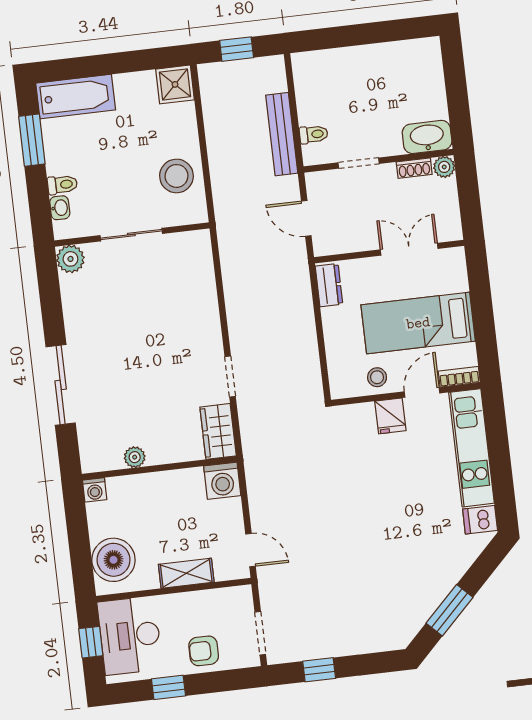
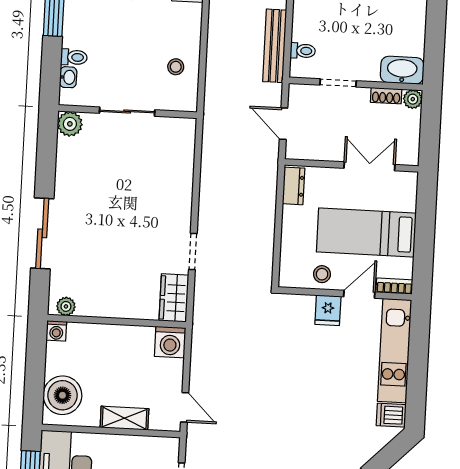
stool: (176, 176) -> (176, 67), width x0.53, depth x0.53
plant: (135, 457) -> (66, 306), moved

